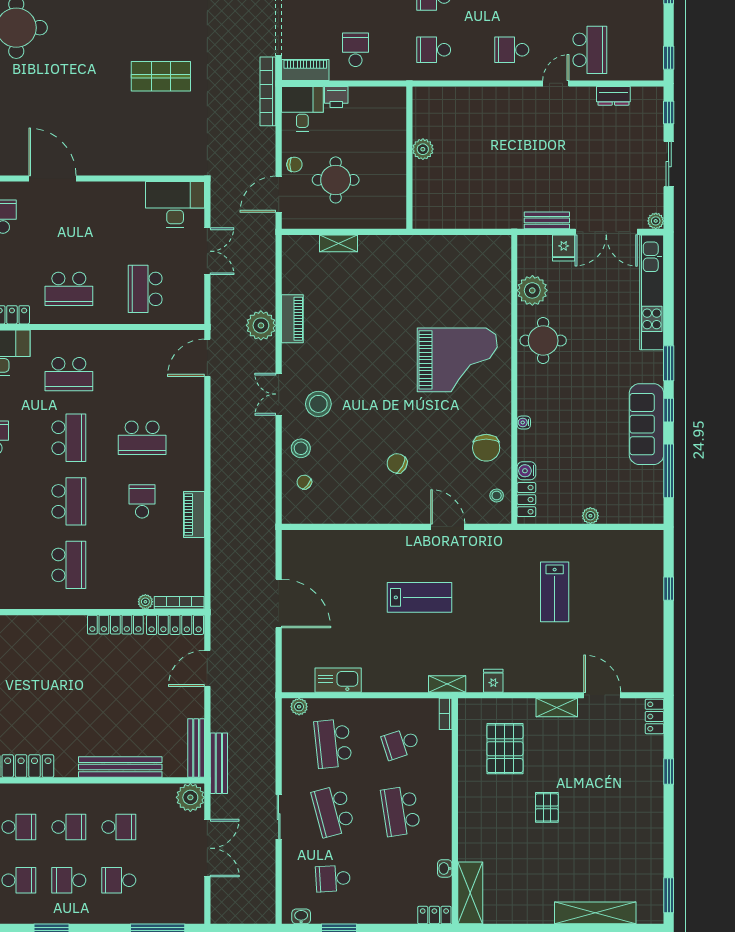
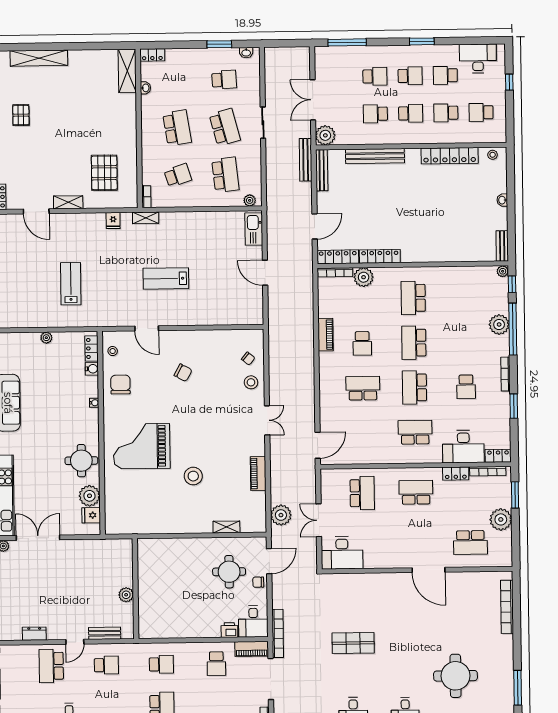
plant: (423, 149) -> (126, 595), moved
wall: (409, 158) -> (136, 589), moved
bench: (547, 220) -> (105, 633), moved
fridge: (564, 248) -> (91, 515), moved, turned -90
plant: (261, 325) -> (281, 515), moved
stool: (318, 404) -> (193, 476), moved
plant: (145, 602) -> (364, 277), width x1.87, depth x1.87
door: (279, 603) -> (265, 273), width x0.73
kitchen sink: (338, 680) -> (254, 229), moved, turned 90
pallet: (547, 807) -> (21, 115), moved
school desk: (69, 827) -> (411, 113), turned 180

